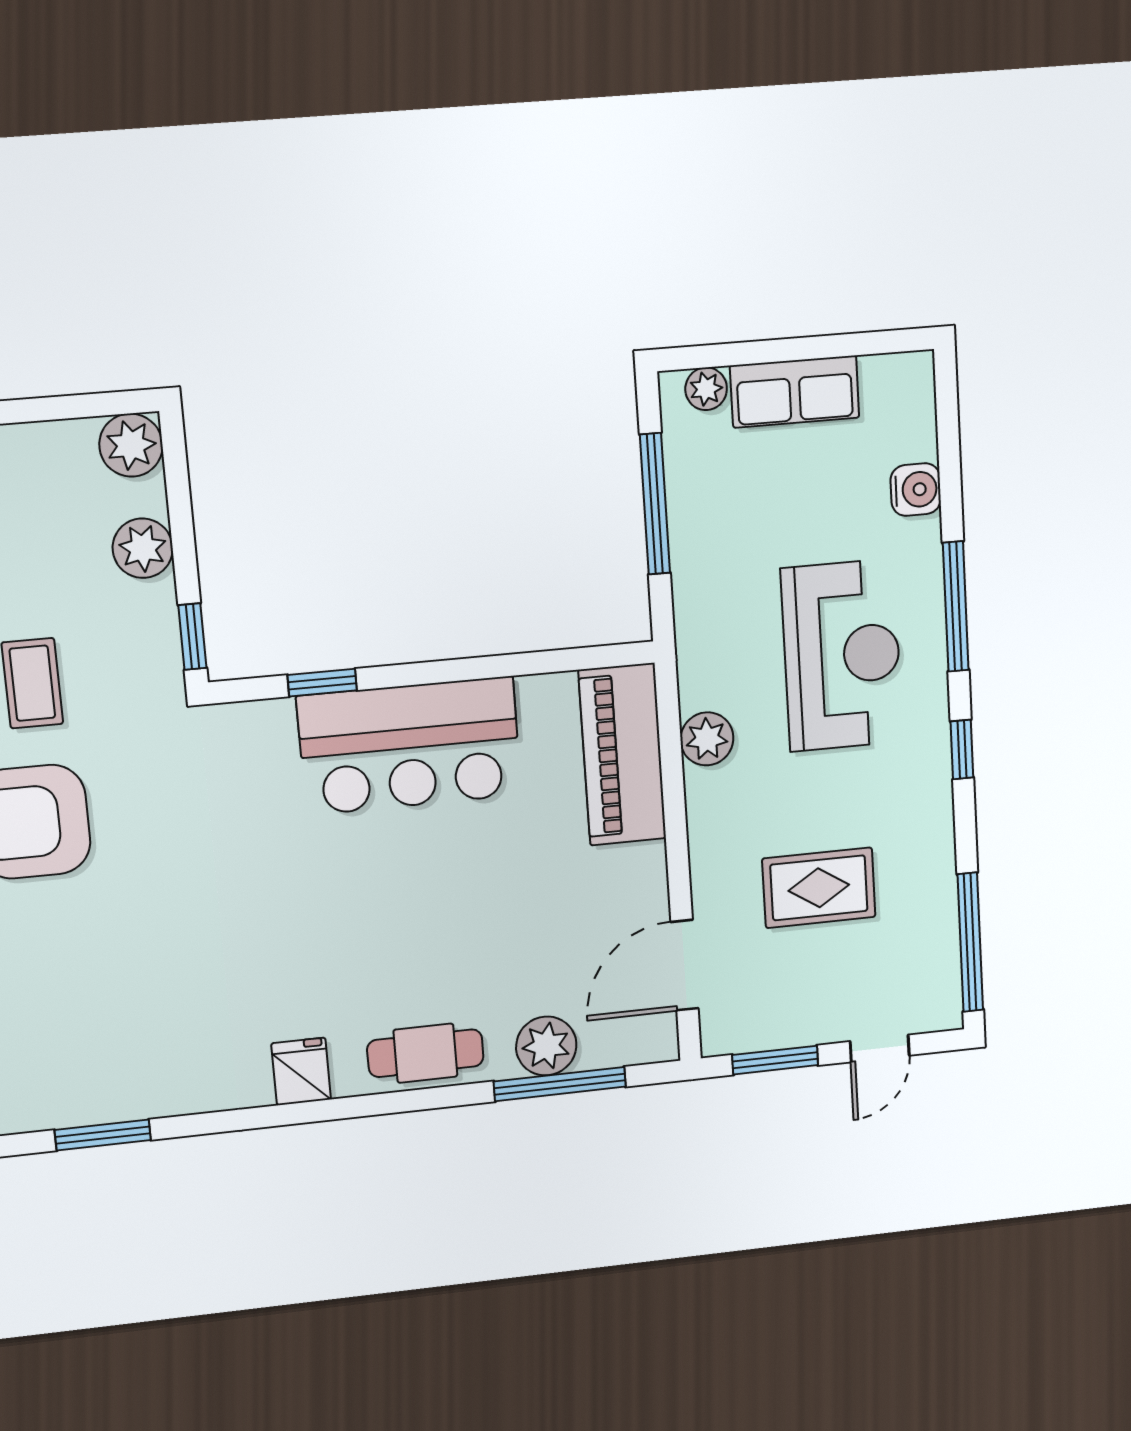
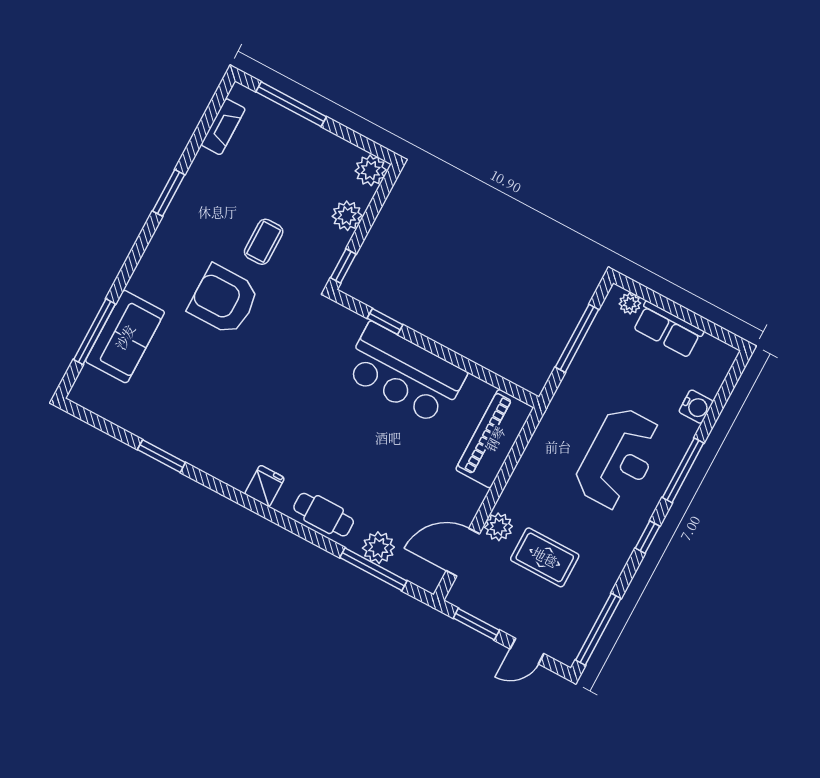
plant: (707, 739) -> (498, 527), moved

